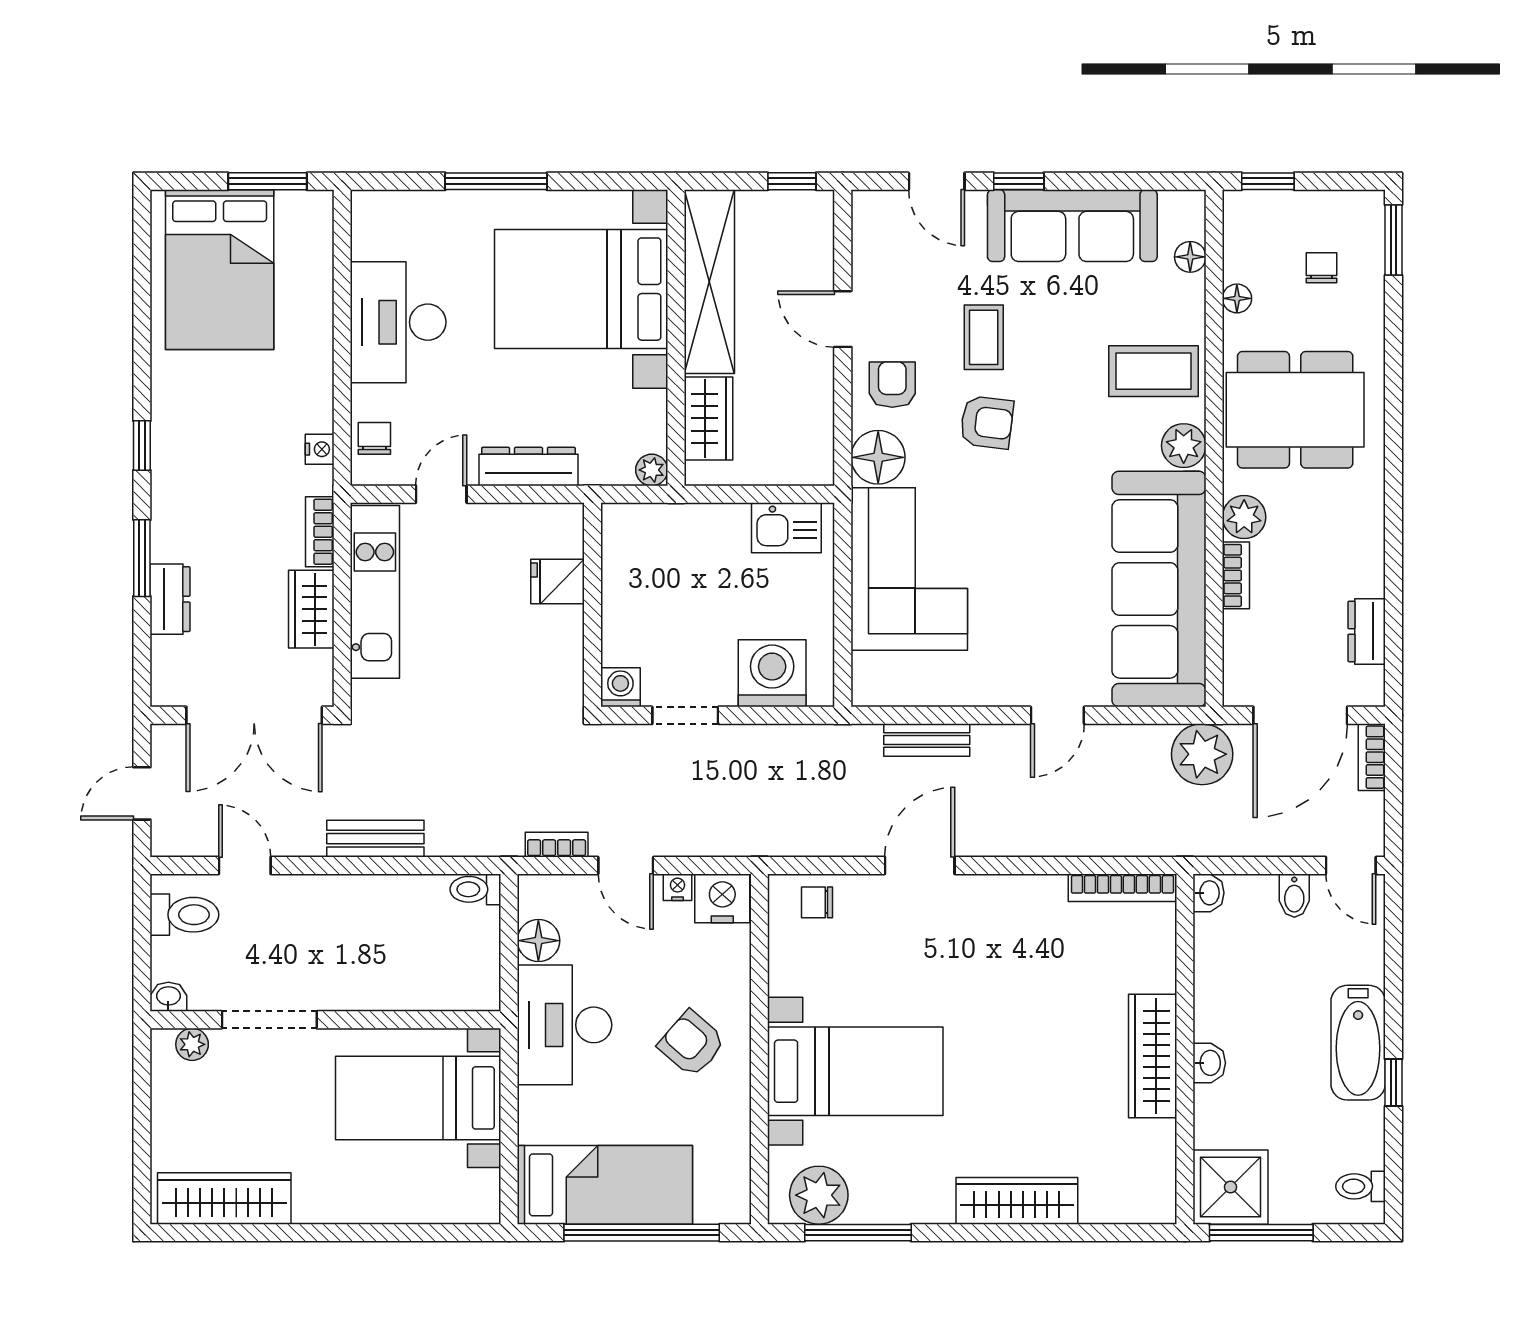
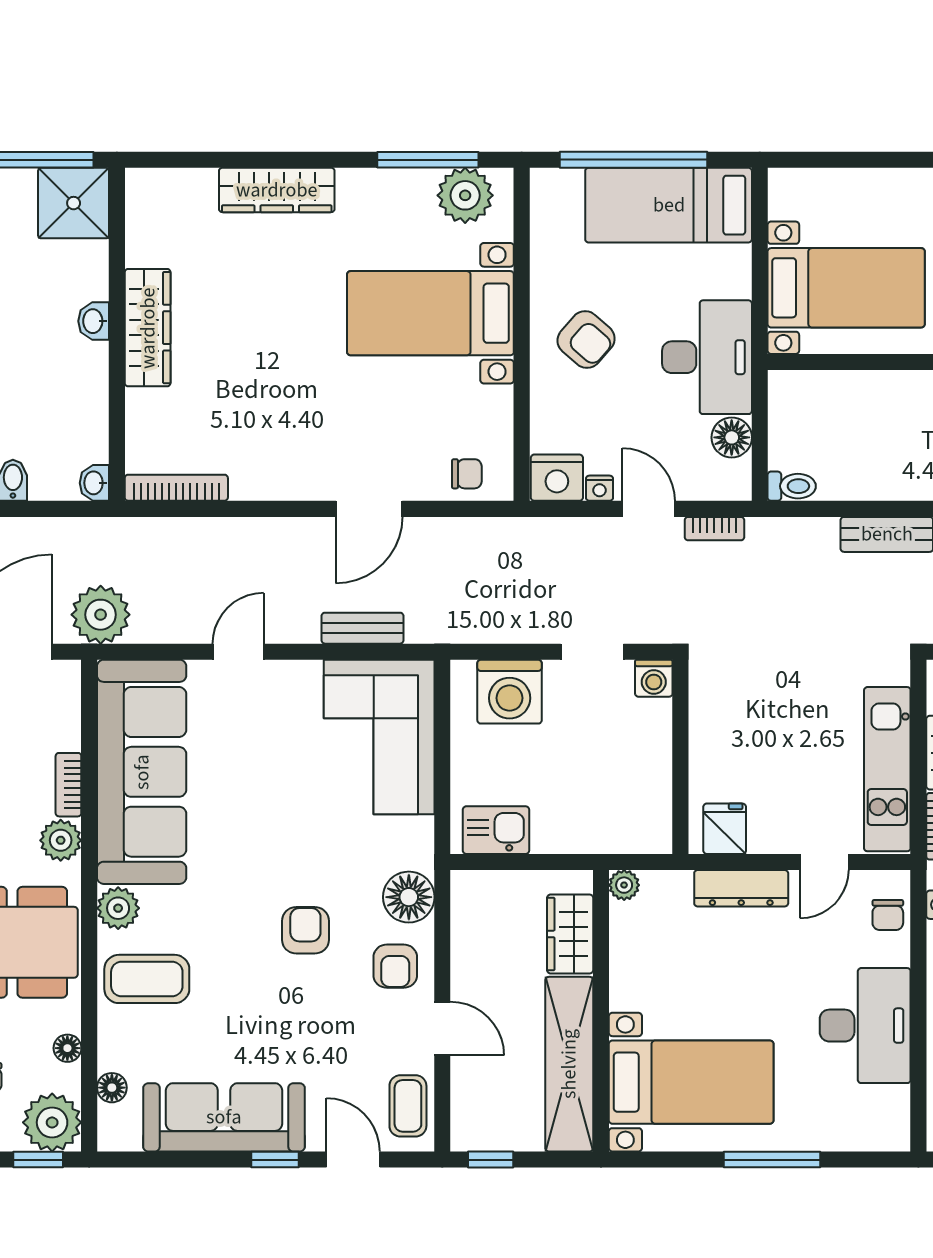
plant: (1253, 220) -> (52, 1122), added
bed with nightstands: (581, 289) -> (691, 1082), width x0.73
coffee table: (984, 337) -> (408, 1106), moved
armchair: (987, 422) -> (305, 930), turned 83
corner sofa: (909, 569) -> (379, 737), moved
fridge: (557, 582) -> (725, 829), moved, turned -90

